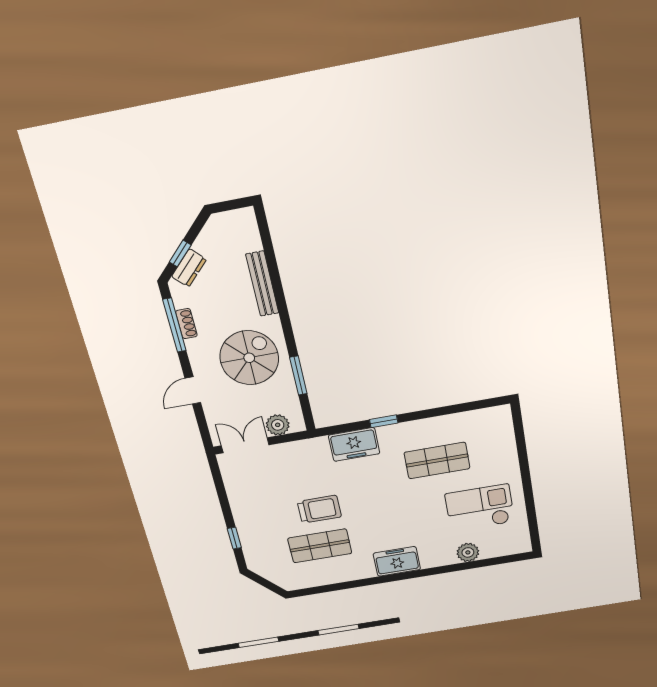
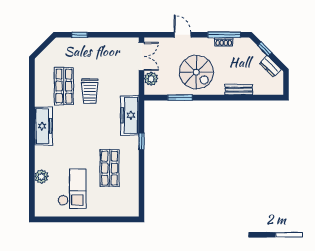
dresser: (189, 268) -> (270, 66), moved
bench: (262, 284) -> (239, 90), width x0.73
freezer: (354, 444) -> (130, 115), width x1.40
freezer: (397, 561) -> (43, 126), width x1.40

